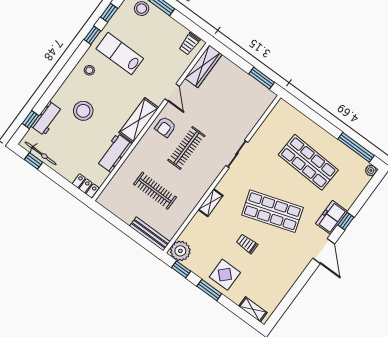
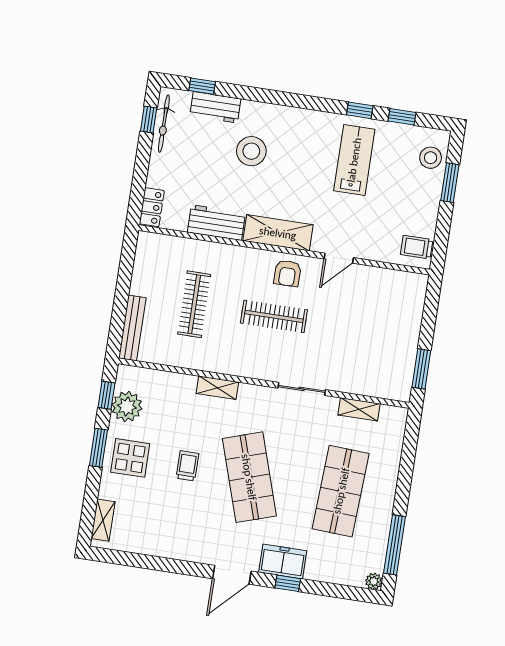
wardrobe: (203, 66) -> (396, 282), removed
stool: (89, 70) -> (310, 131), removed
armchair: (165, 127) -> (287, 273), turned -90
shelving: (266, 127) -> (359, 409), added
plant: (180, 251) -> (127, 407), moved

